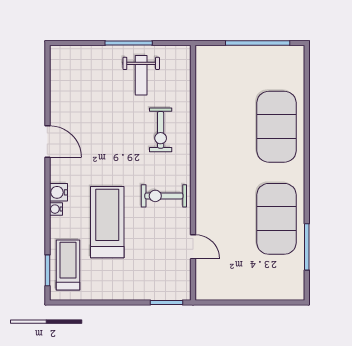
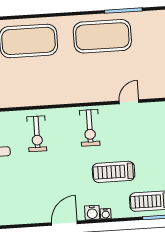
exercise bike: (161, 130) -> (37, 134), turned 90
door: (47, 142) -> (64, 223), moved
treadmill: (107, 222) -> (114, 172), width x0.73, depth x0.73

